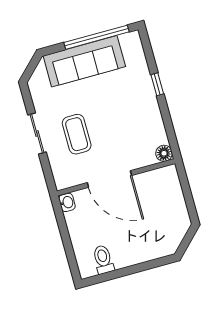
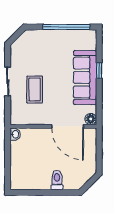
sofa: (84, 61) -> (85, 77), moved, turned 90
door: (109, 179) -> (68, 126), moved
toilet: (103, 259) -> (57, 180), moved

